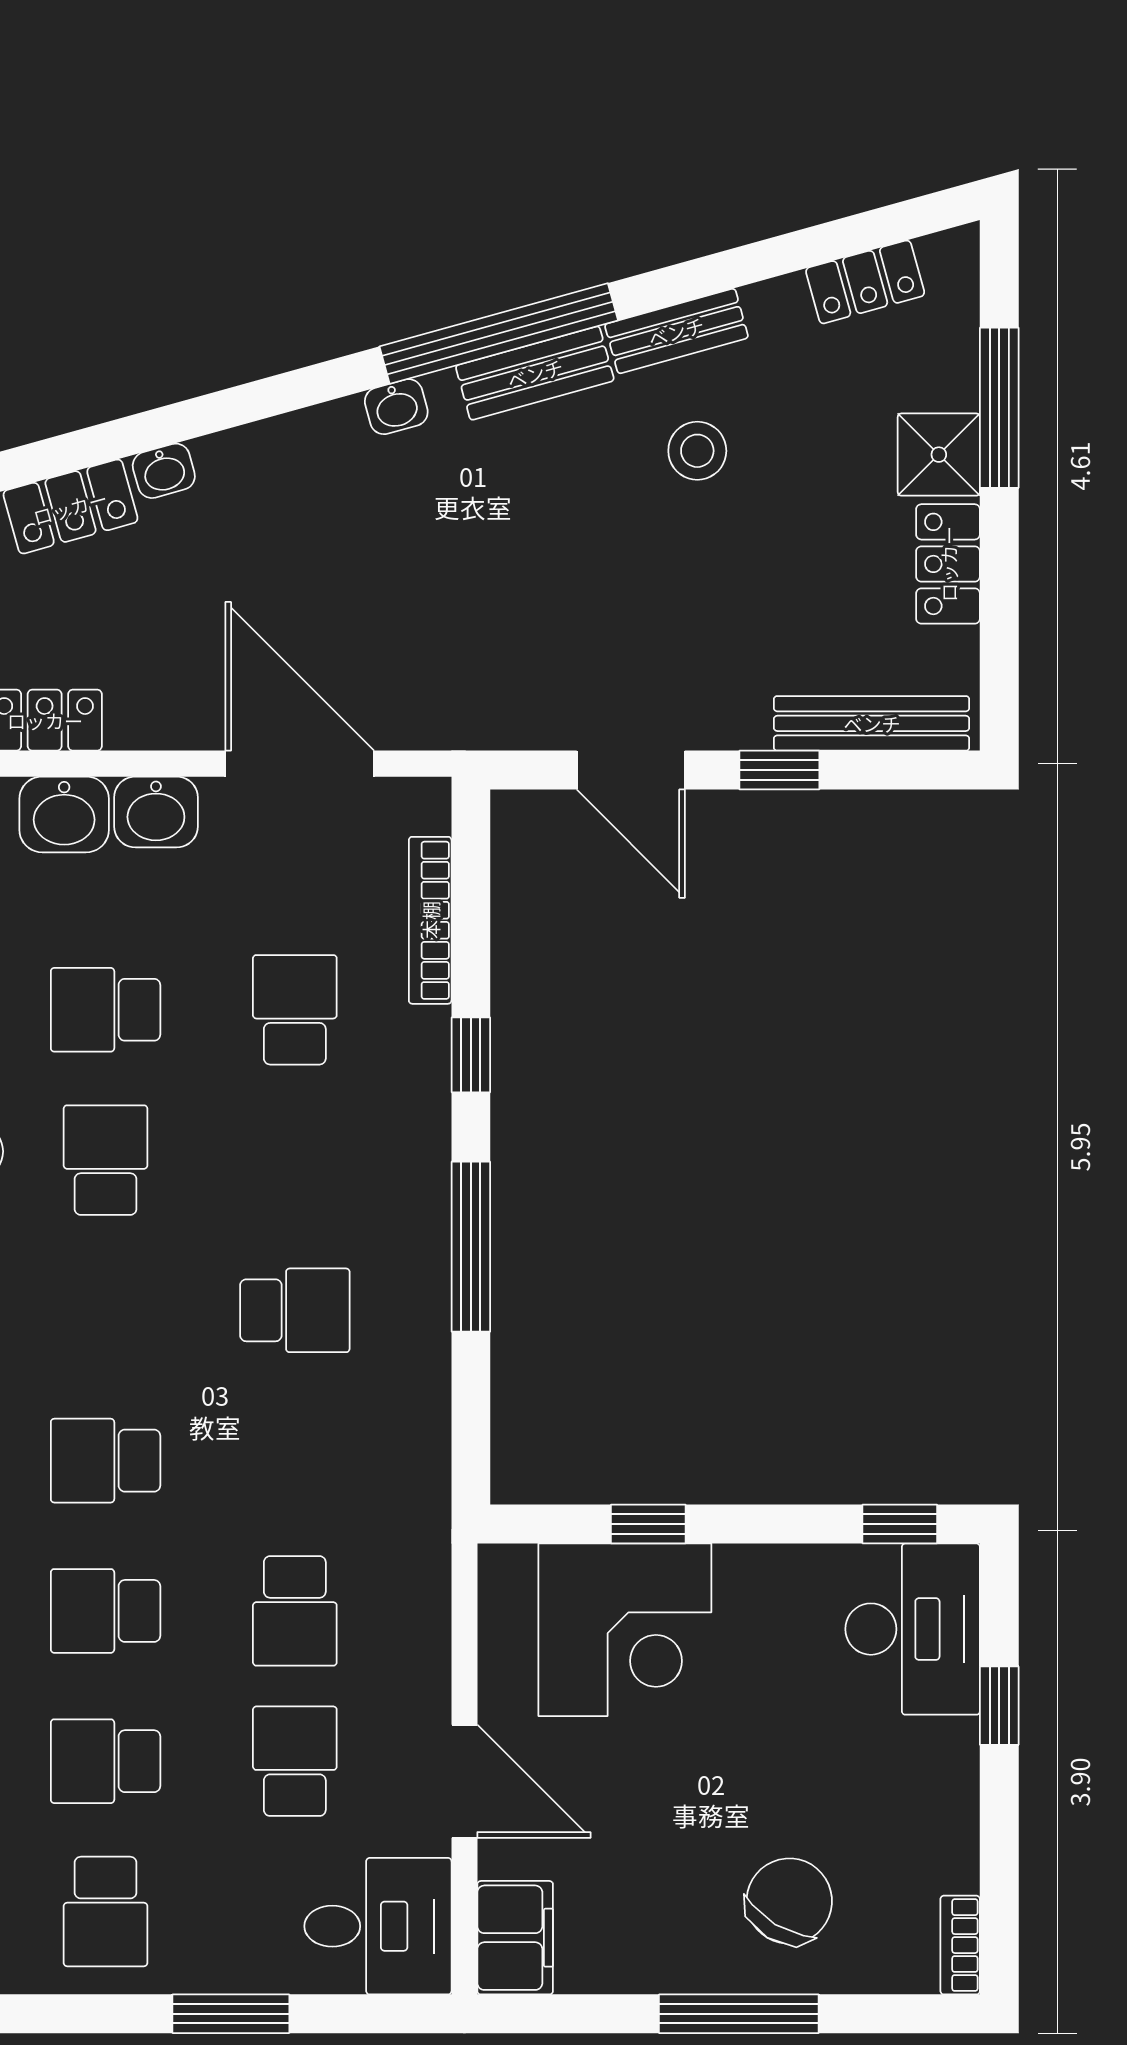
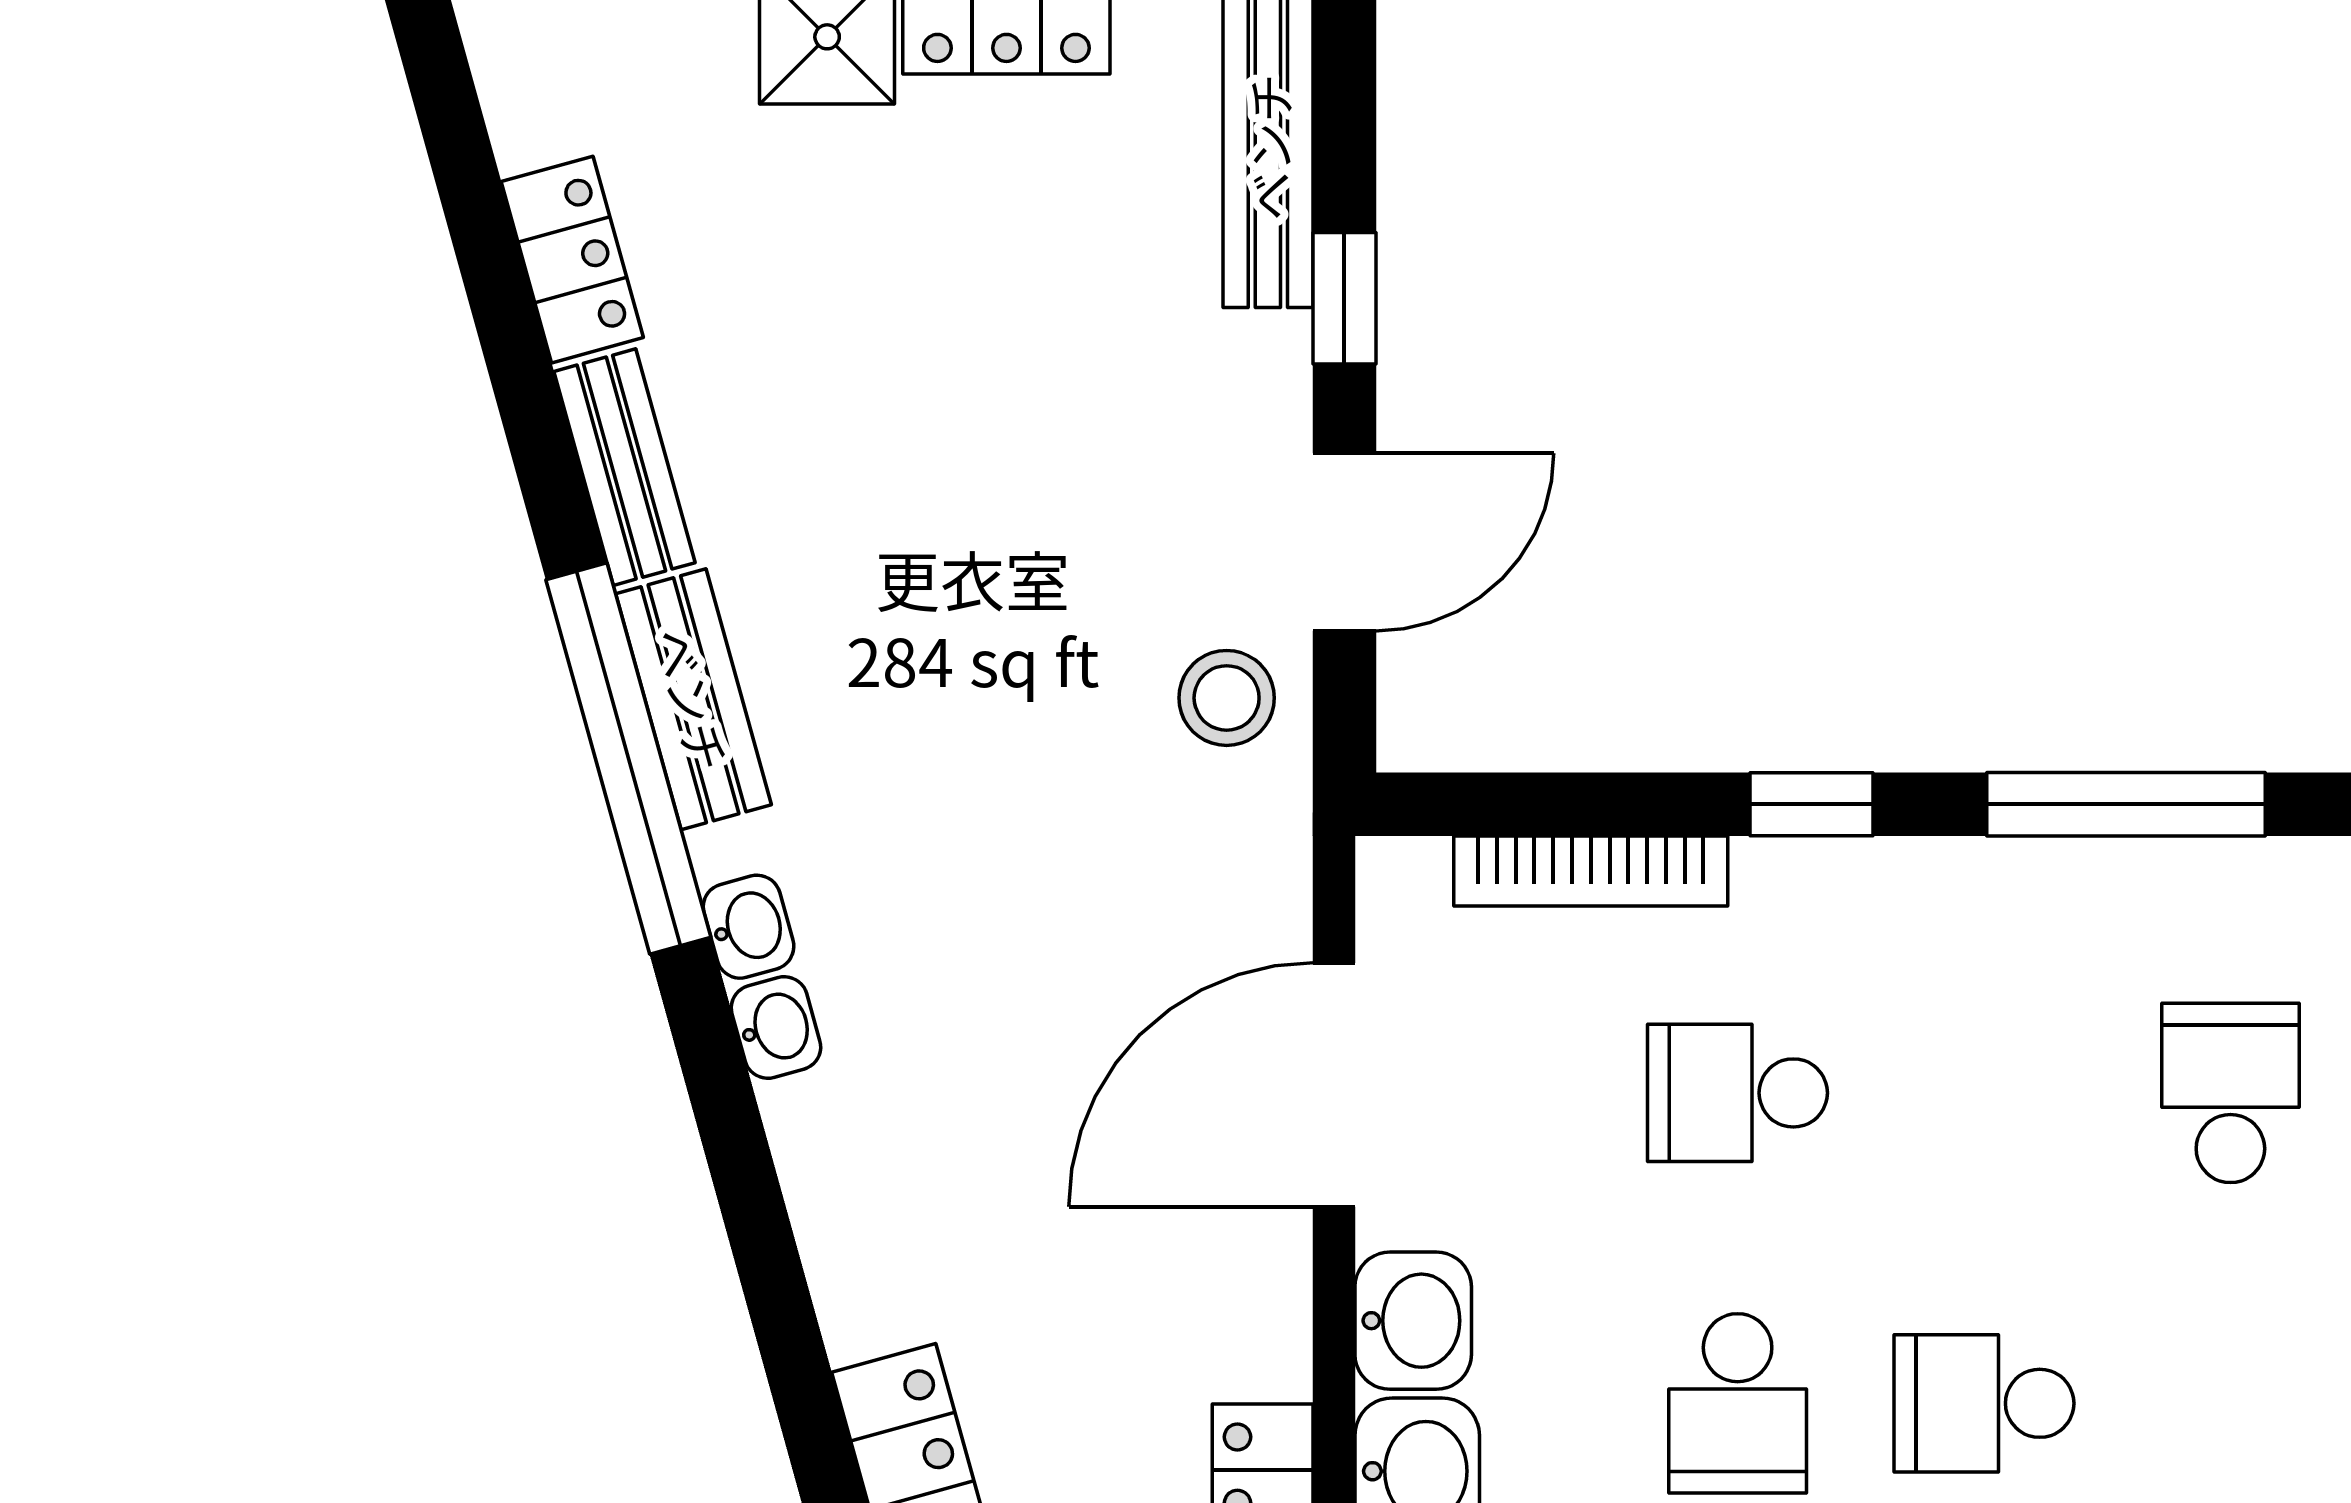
locker: (865, 282) -> (572, 260), moved
stool: (697, 451) -> (1227, 698), moved
washbasin: (164, 471) -> (776, 1027), moved

